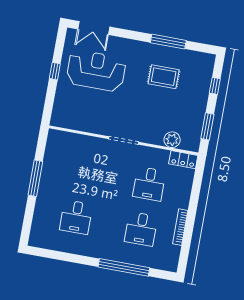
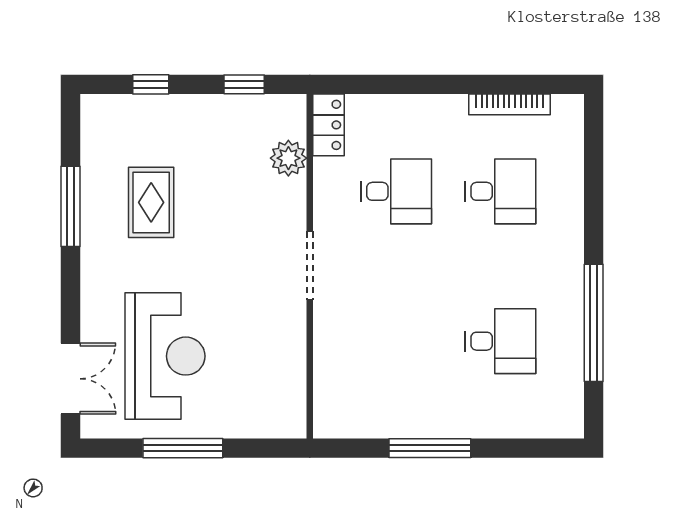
window: (55, 71) -> (183, 448), width x2.17
reception desk: (96, 71) -> (165, 356), turned 180
window: (207, 126) -> (244, 84), width x0.67
bookcase: (180, 227) -> (509, 104), moved
window: (124, 267) -> (594, 323), moved

